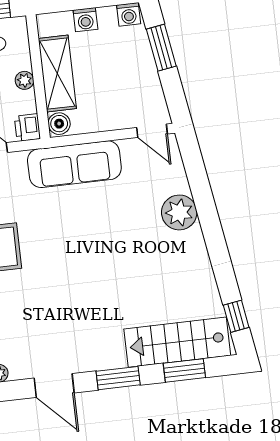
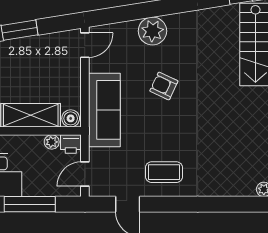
plant: (24, 80) -> (52, 142), moved
armchair: (113, 235) -> (164, 86), added

